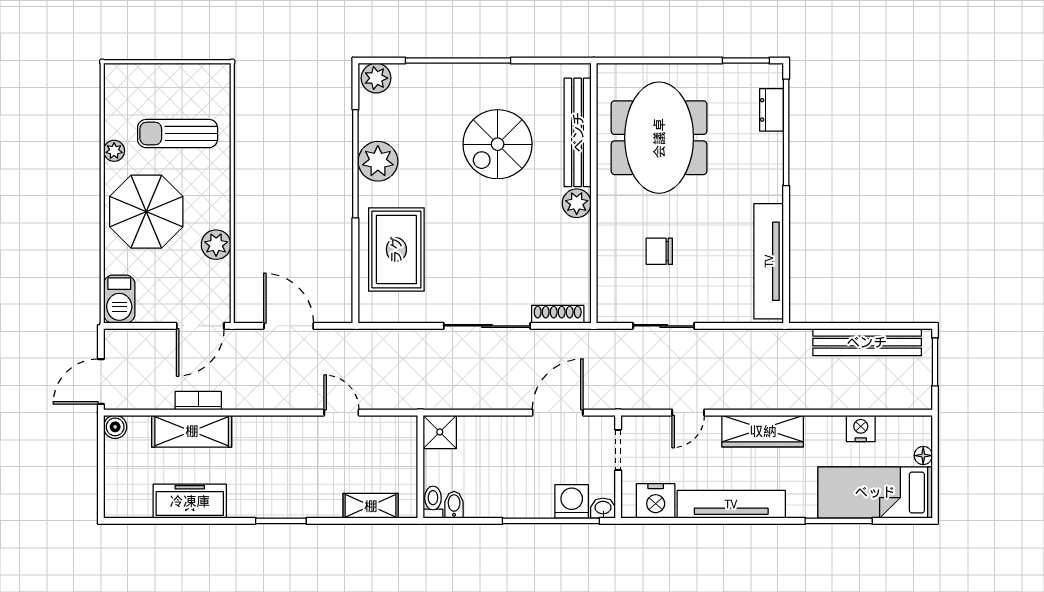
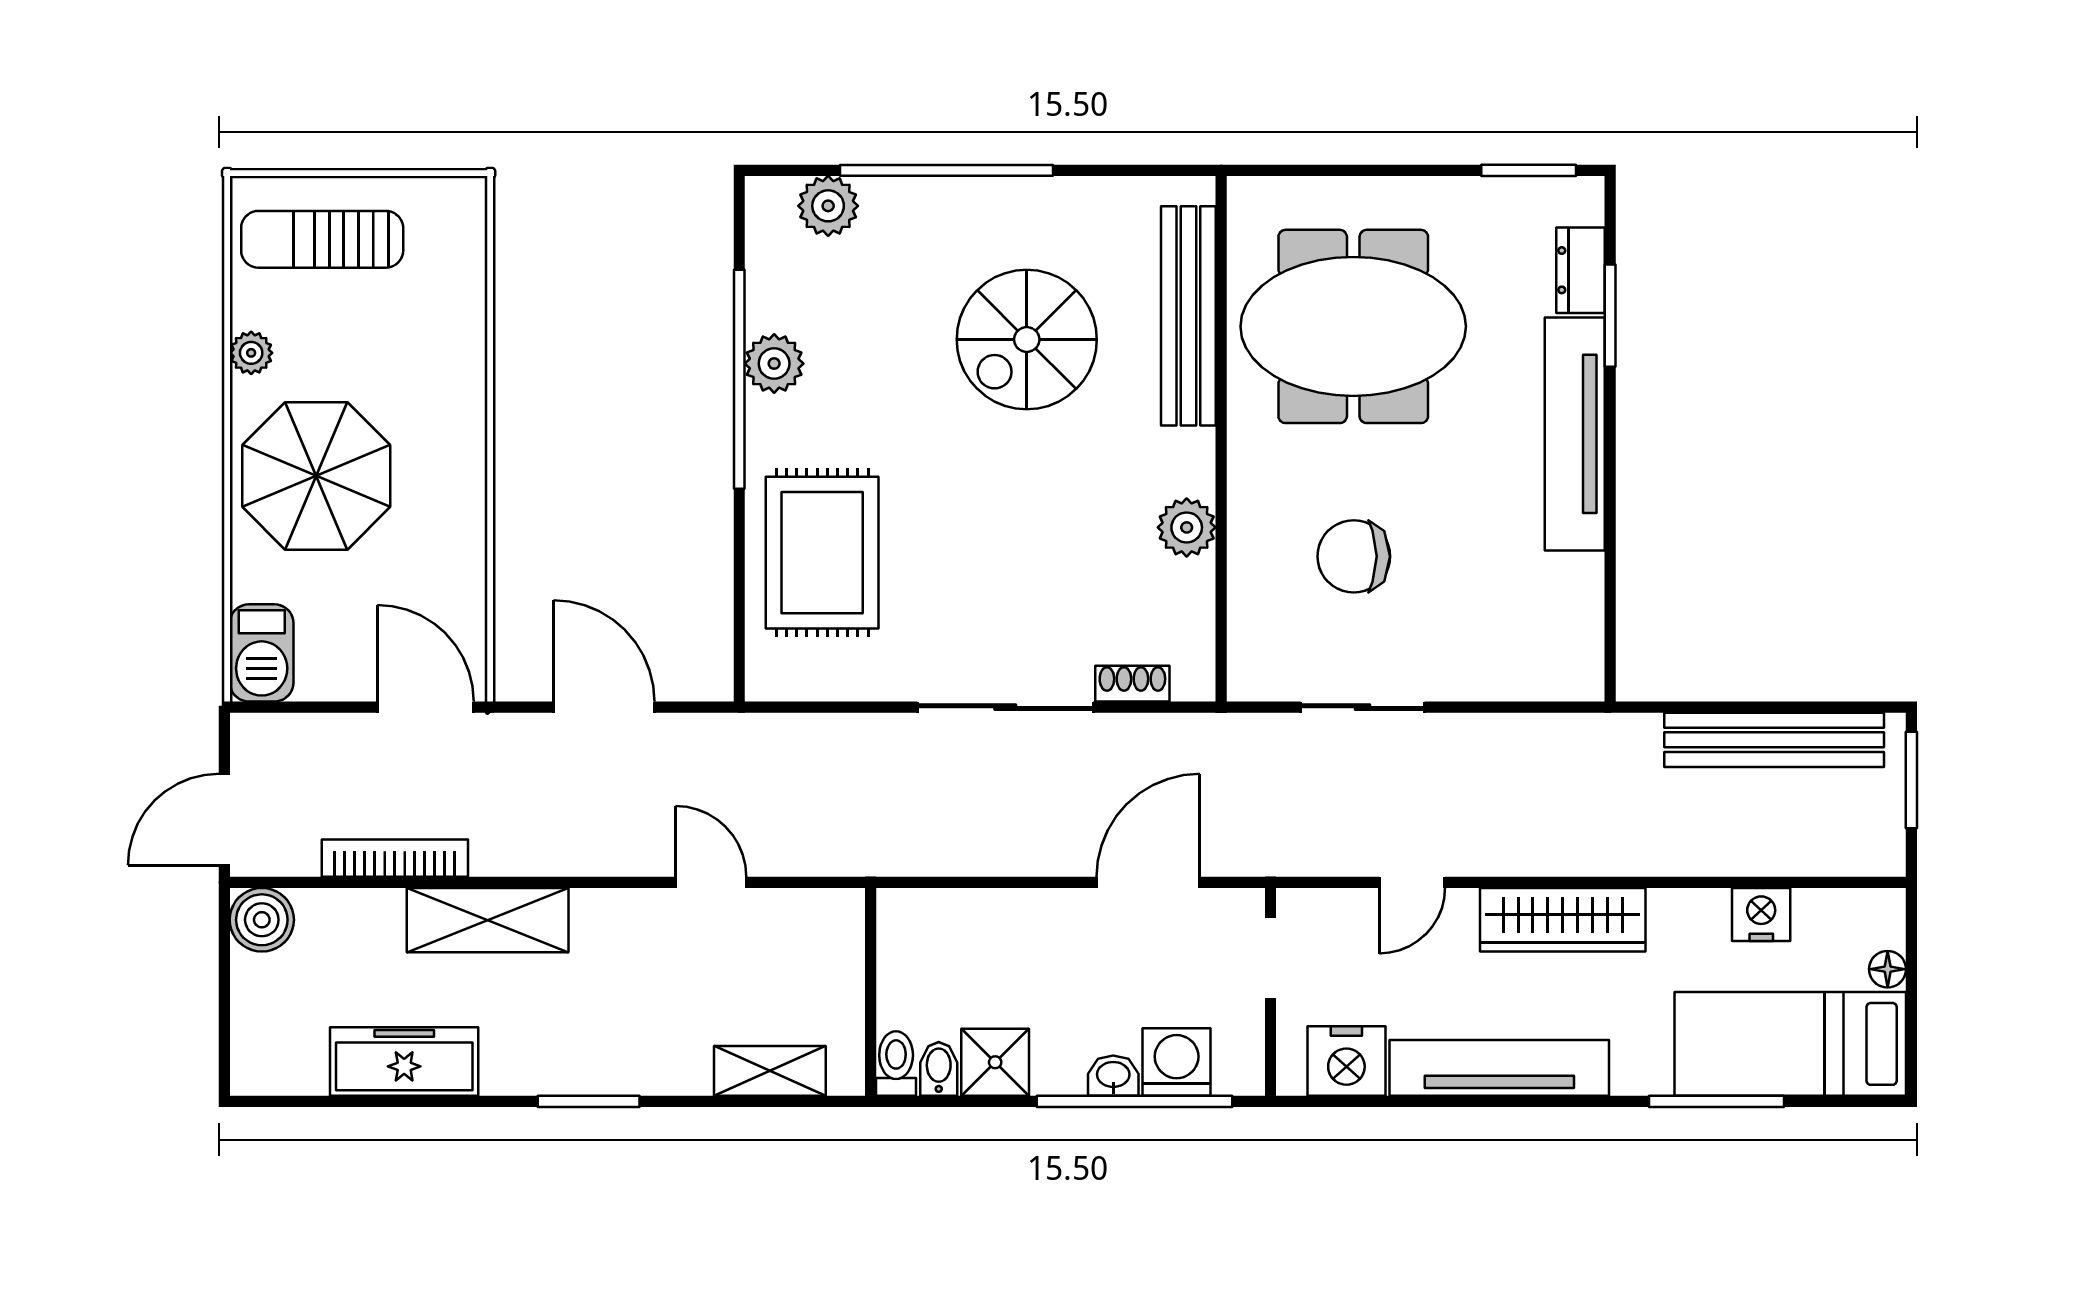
plant: (376, 78) -> (828, 206), moved
window: (786, 132) -> (1610, 316), width x0.47
sun lounger: (178, 134) -> (322, 239), moved
meeting table: (659, 138) -> (1353, 326), turned 90
plant: (378, 161) -> (774, 364), width x0.73, depth x0.73
plant: (577, 203) -> (1187, 527), moved
plant: (216, 245) -> (457, 543), removed
chair: (659, 251) -> (1354, 556), width x1.37, depth x1.37
tv unit: (769, 261) -> (1575, 434), moved
shoe rack: (558, 314) -> (1132, 684), width x0.70
door: (200, 326) -> (426, 707), swing flipped
bookcase: (198, 401) -> (395, 858), width x1.56
boiler: (115, 427) -> (262, 920), width x1.36, depth x1.36
shelving: (192, 431) -> (488, 920), moved
shower: (440, 432) -> (995, 1062), moved
washbasin: (603, 508) -> (1113, 1076), moved

